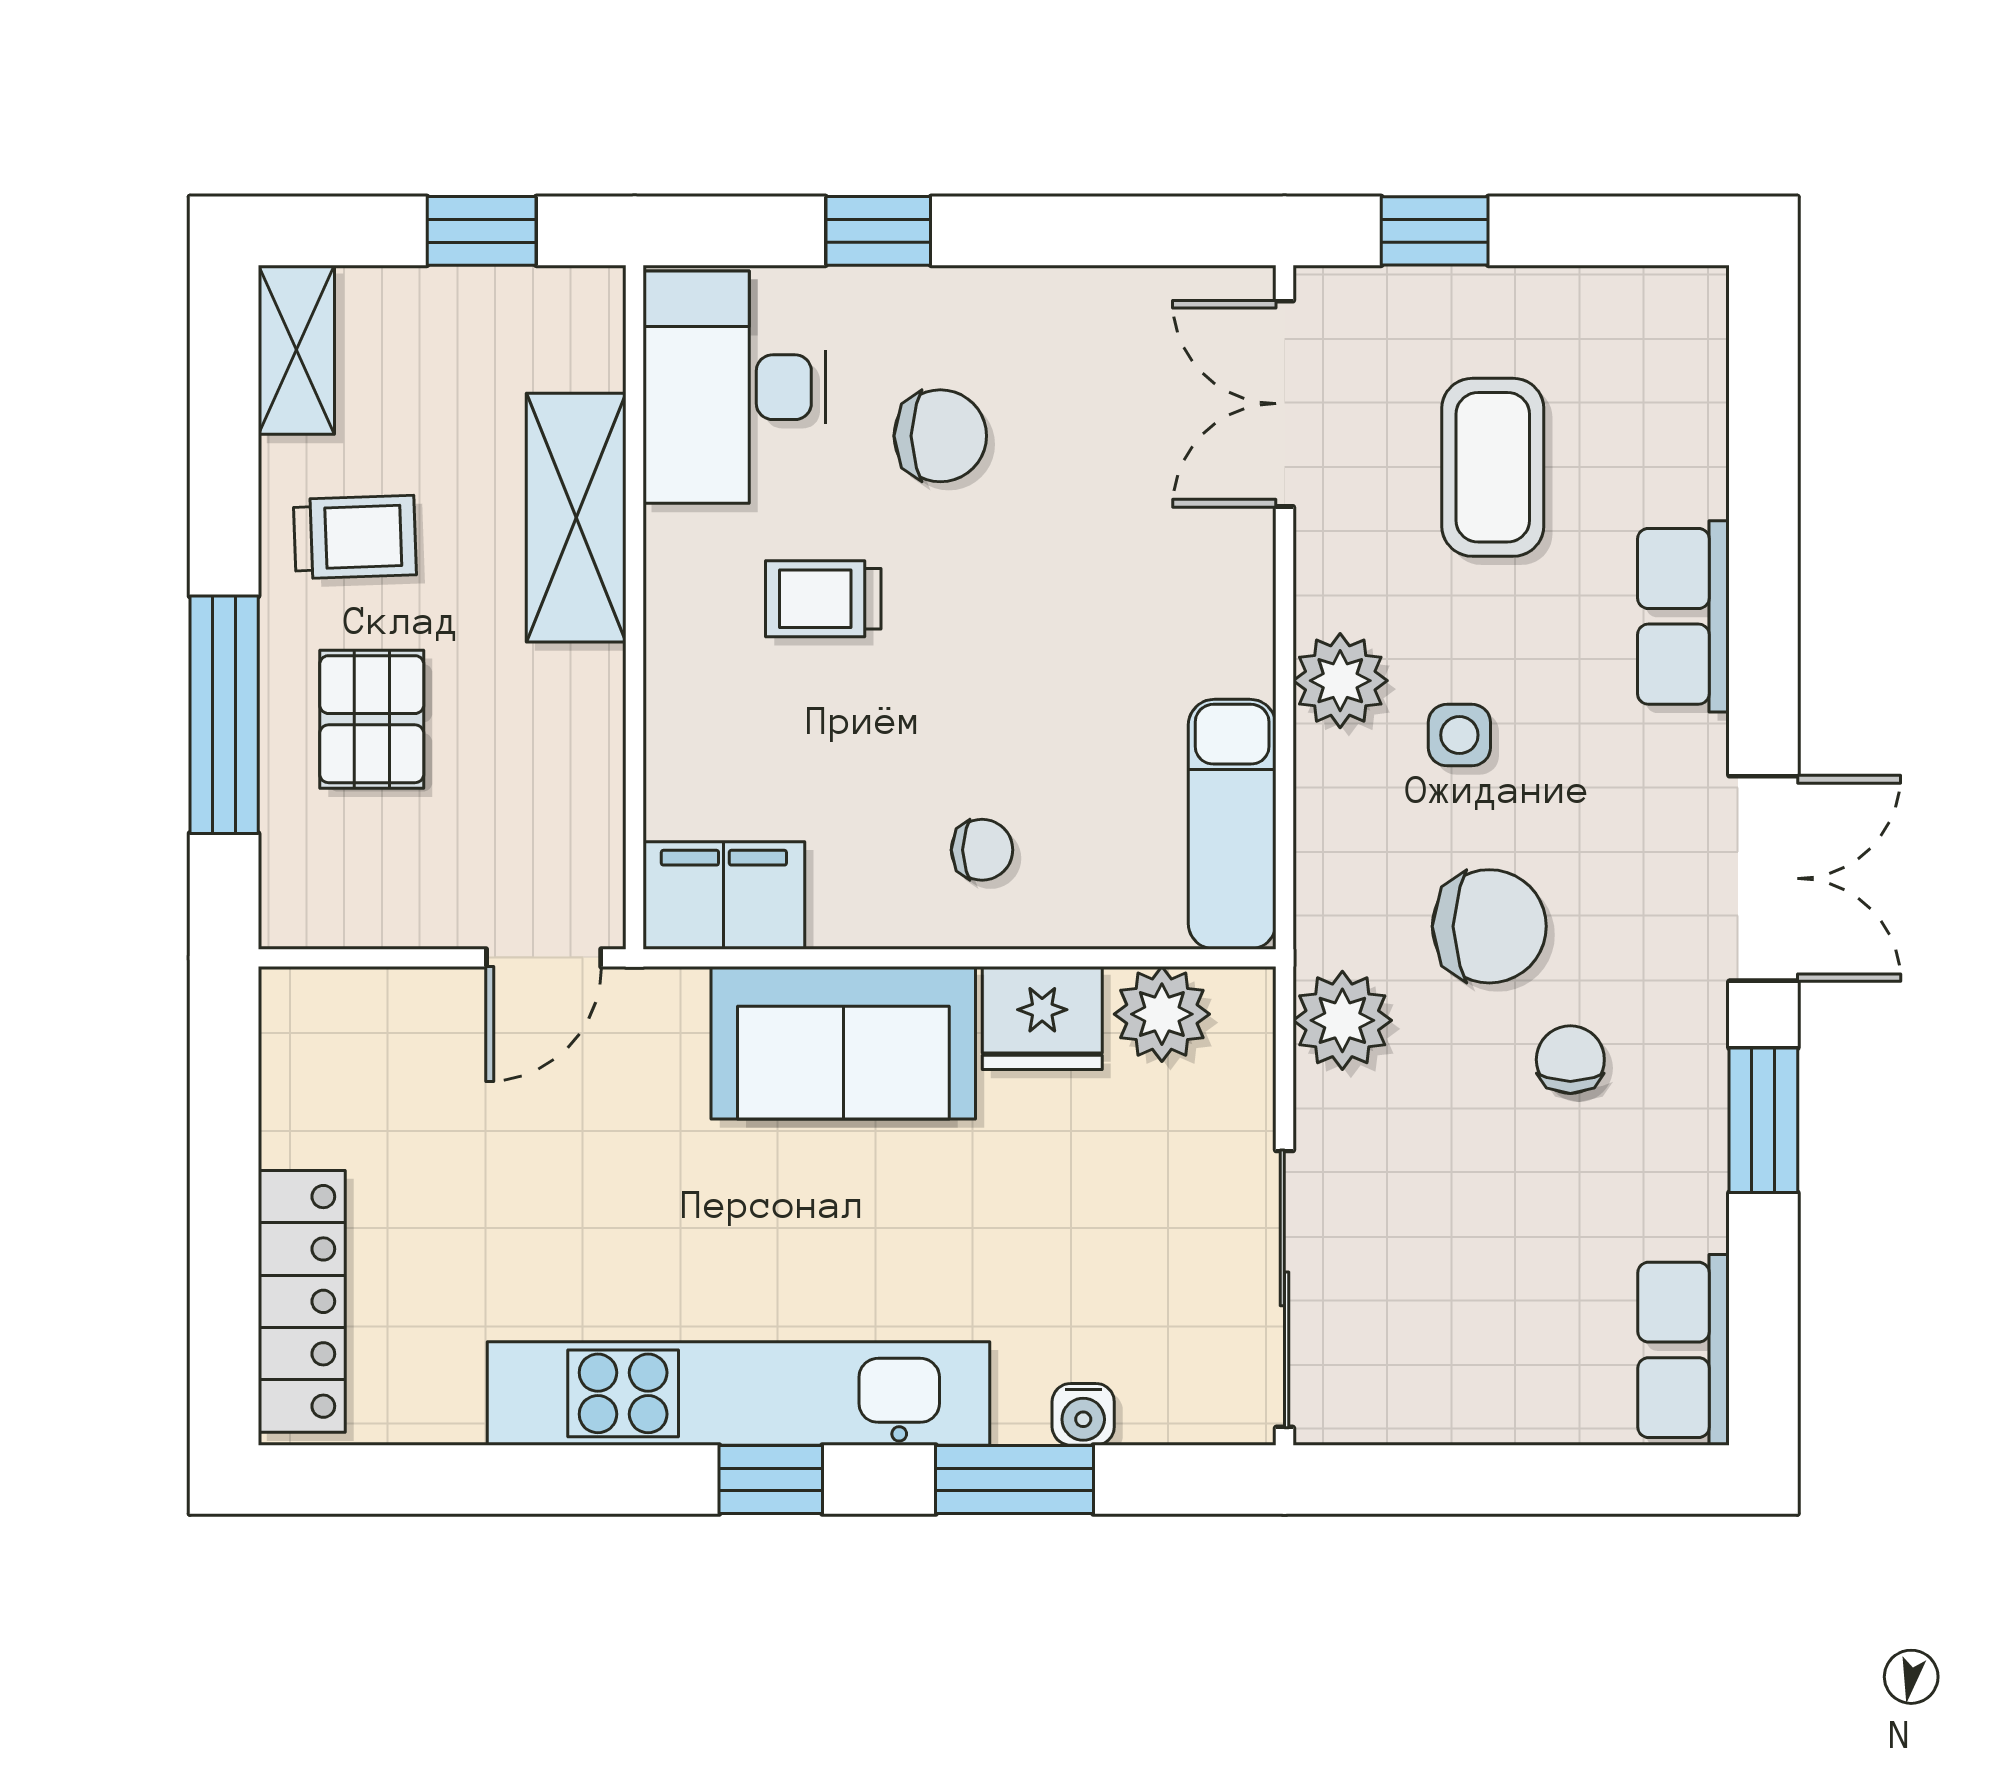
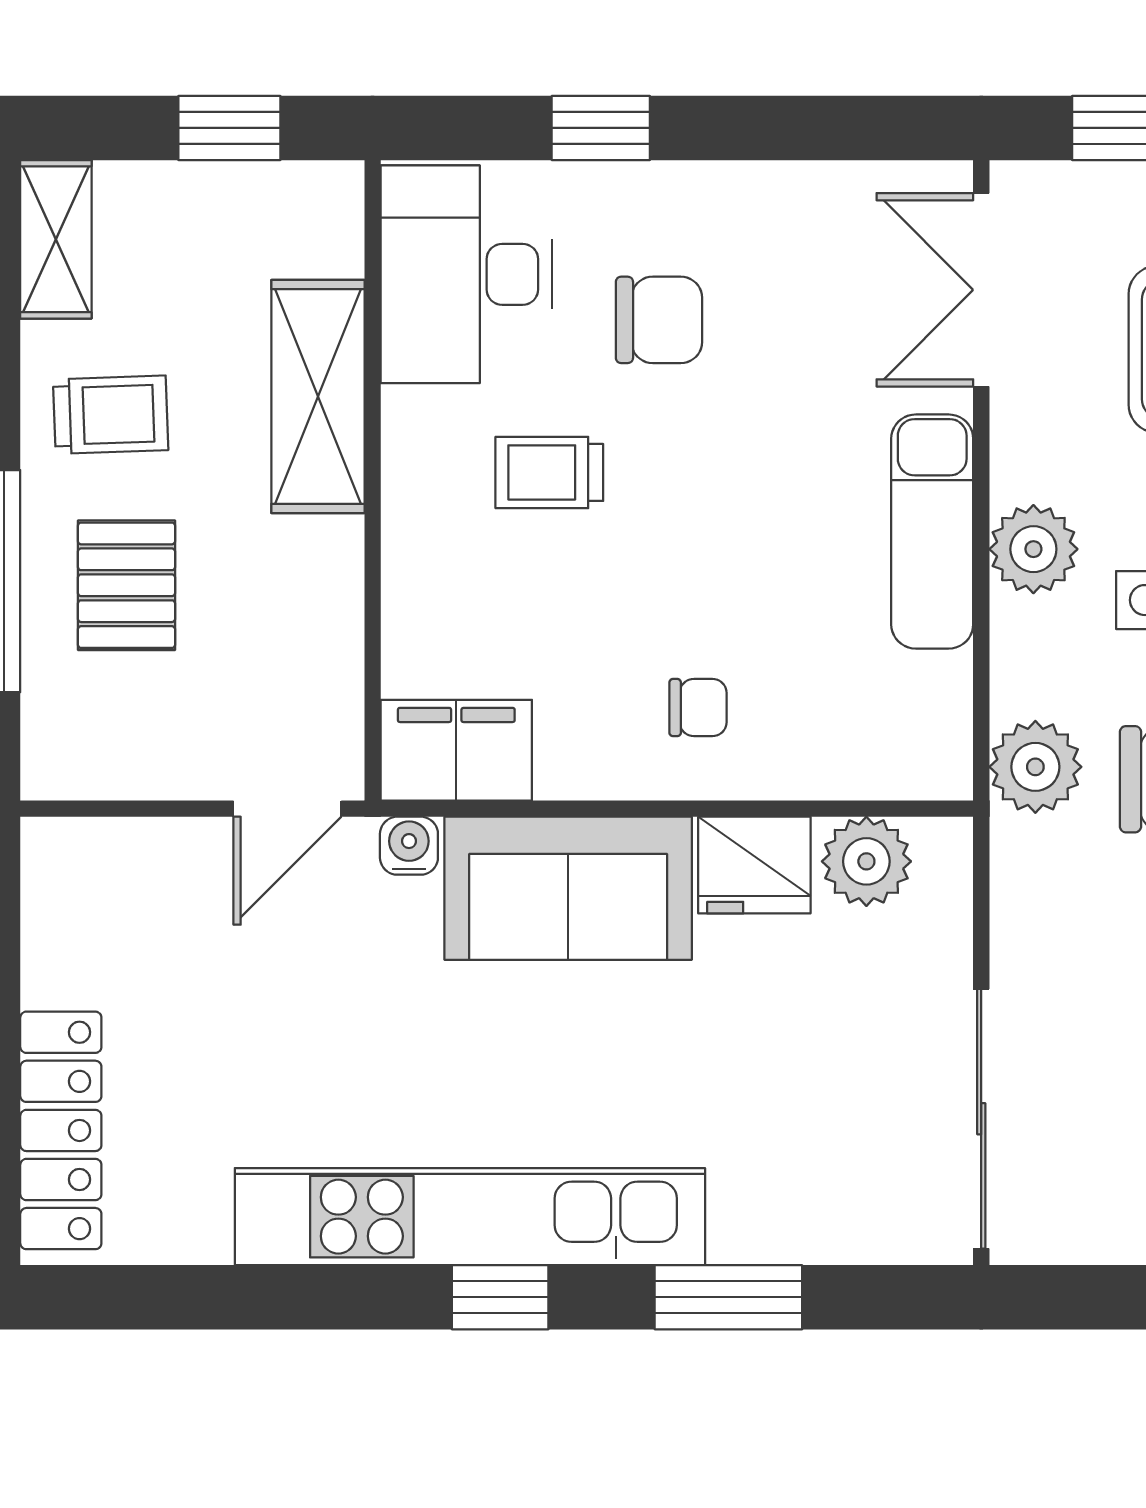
exam couch: (1232, 824) -> (932, 532), moved
plant: (1342, 1020) -> (1035, 767), moved
water cooler: (1083, 1414) -> (409, 846), moved, turned 180

